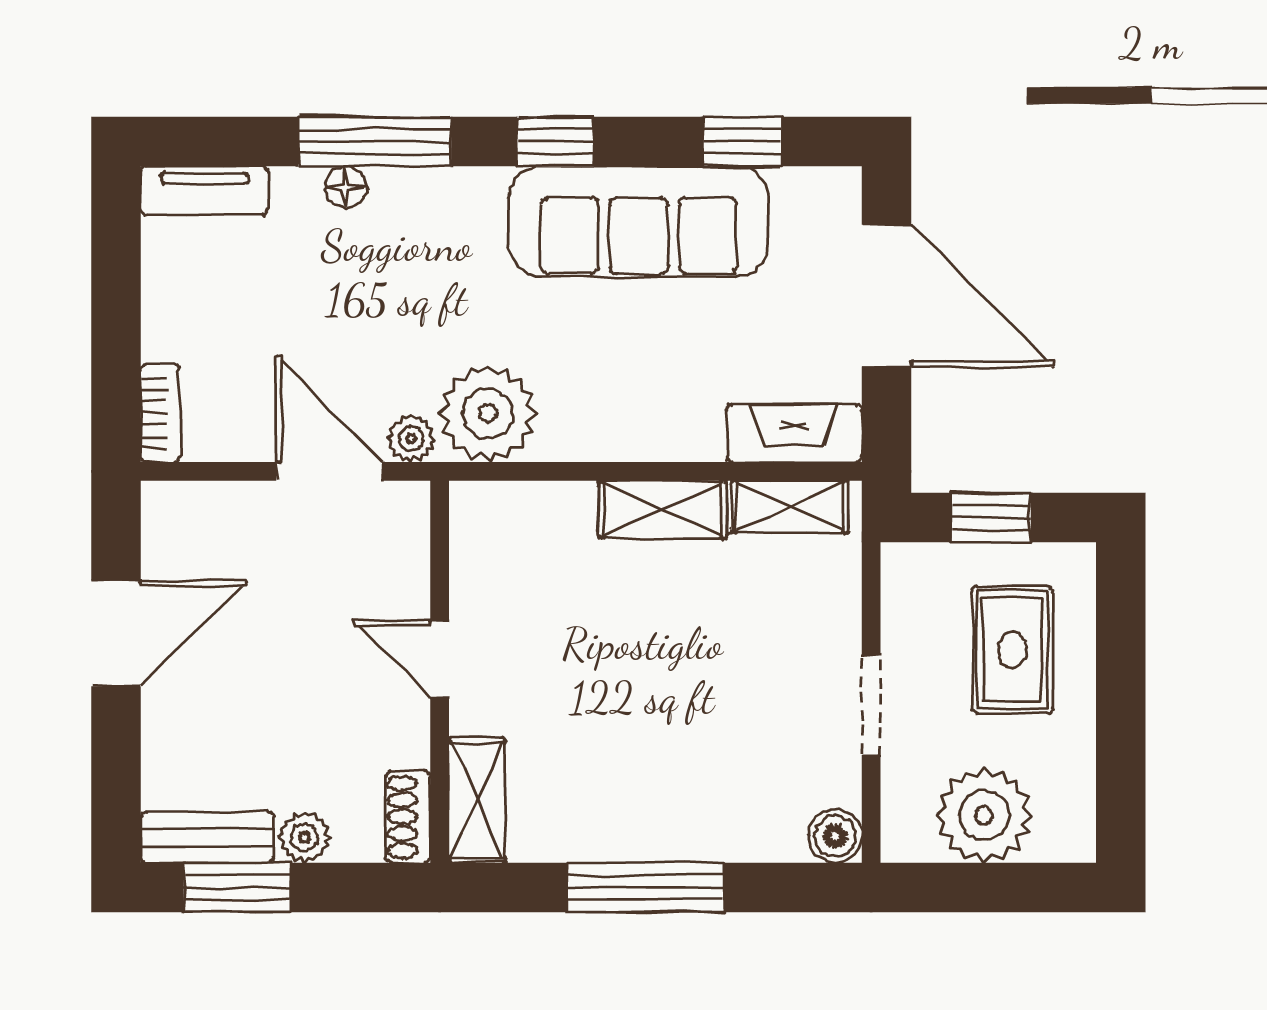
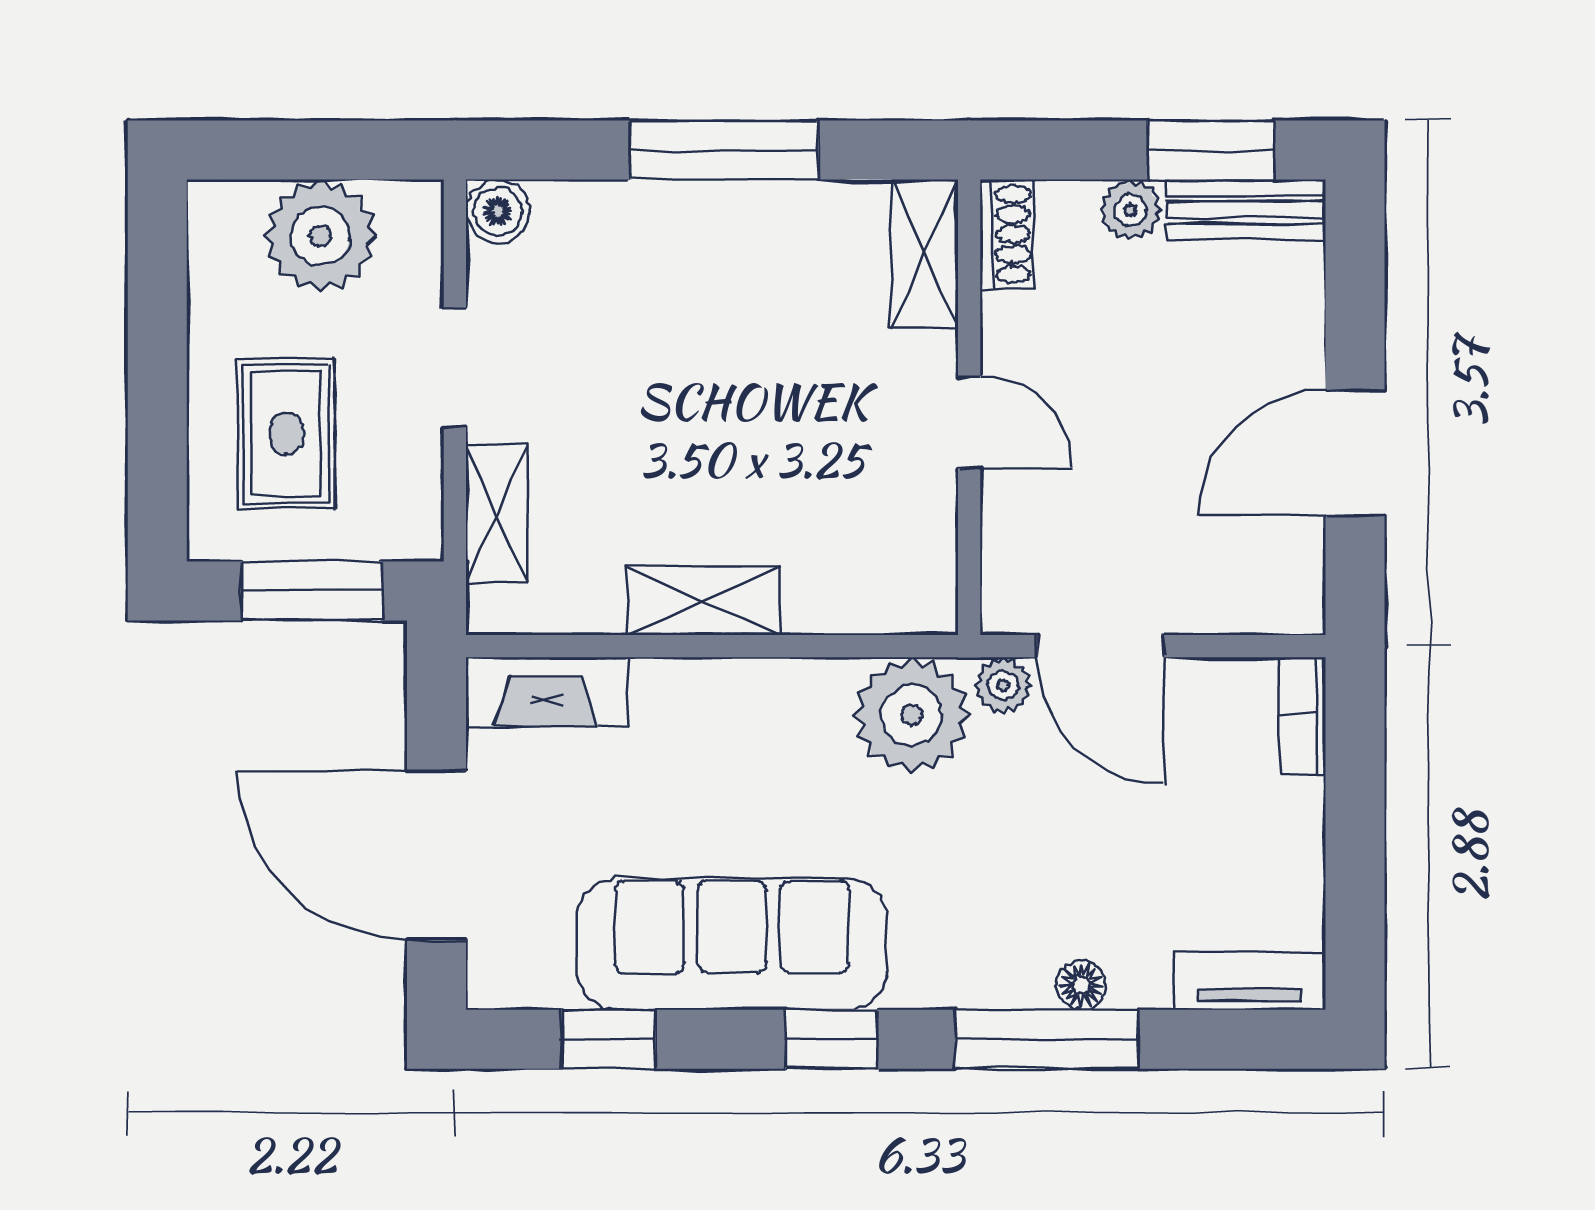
shelving: (789, 507) -> (497, 514), moved, turned 90
window: (991, 518) -> (312, 591), width x1.50

